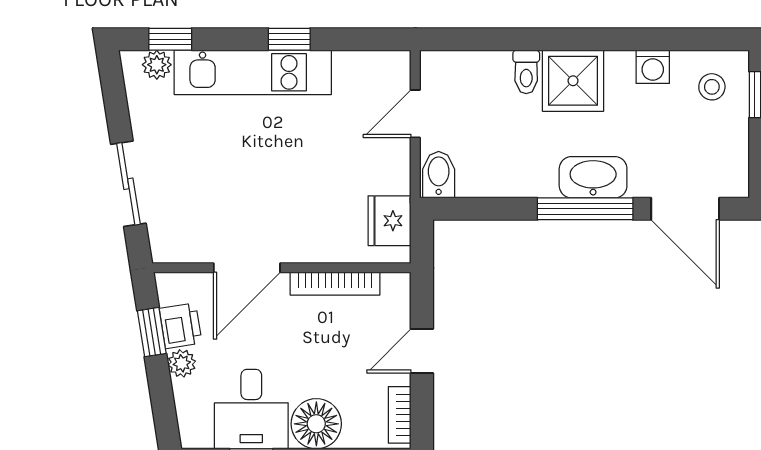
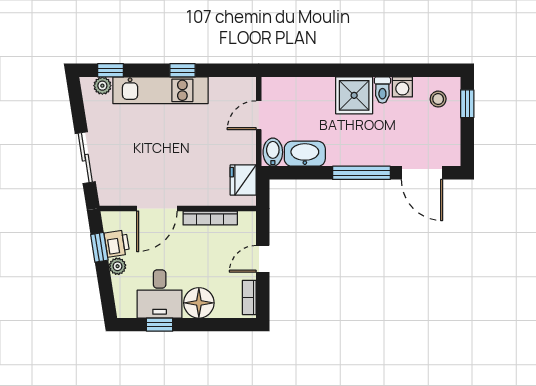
toilet: (526, 72) -> (382, 90), moved
washbasin: (593, 177) -> (305, 154), moved

